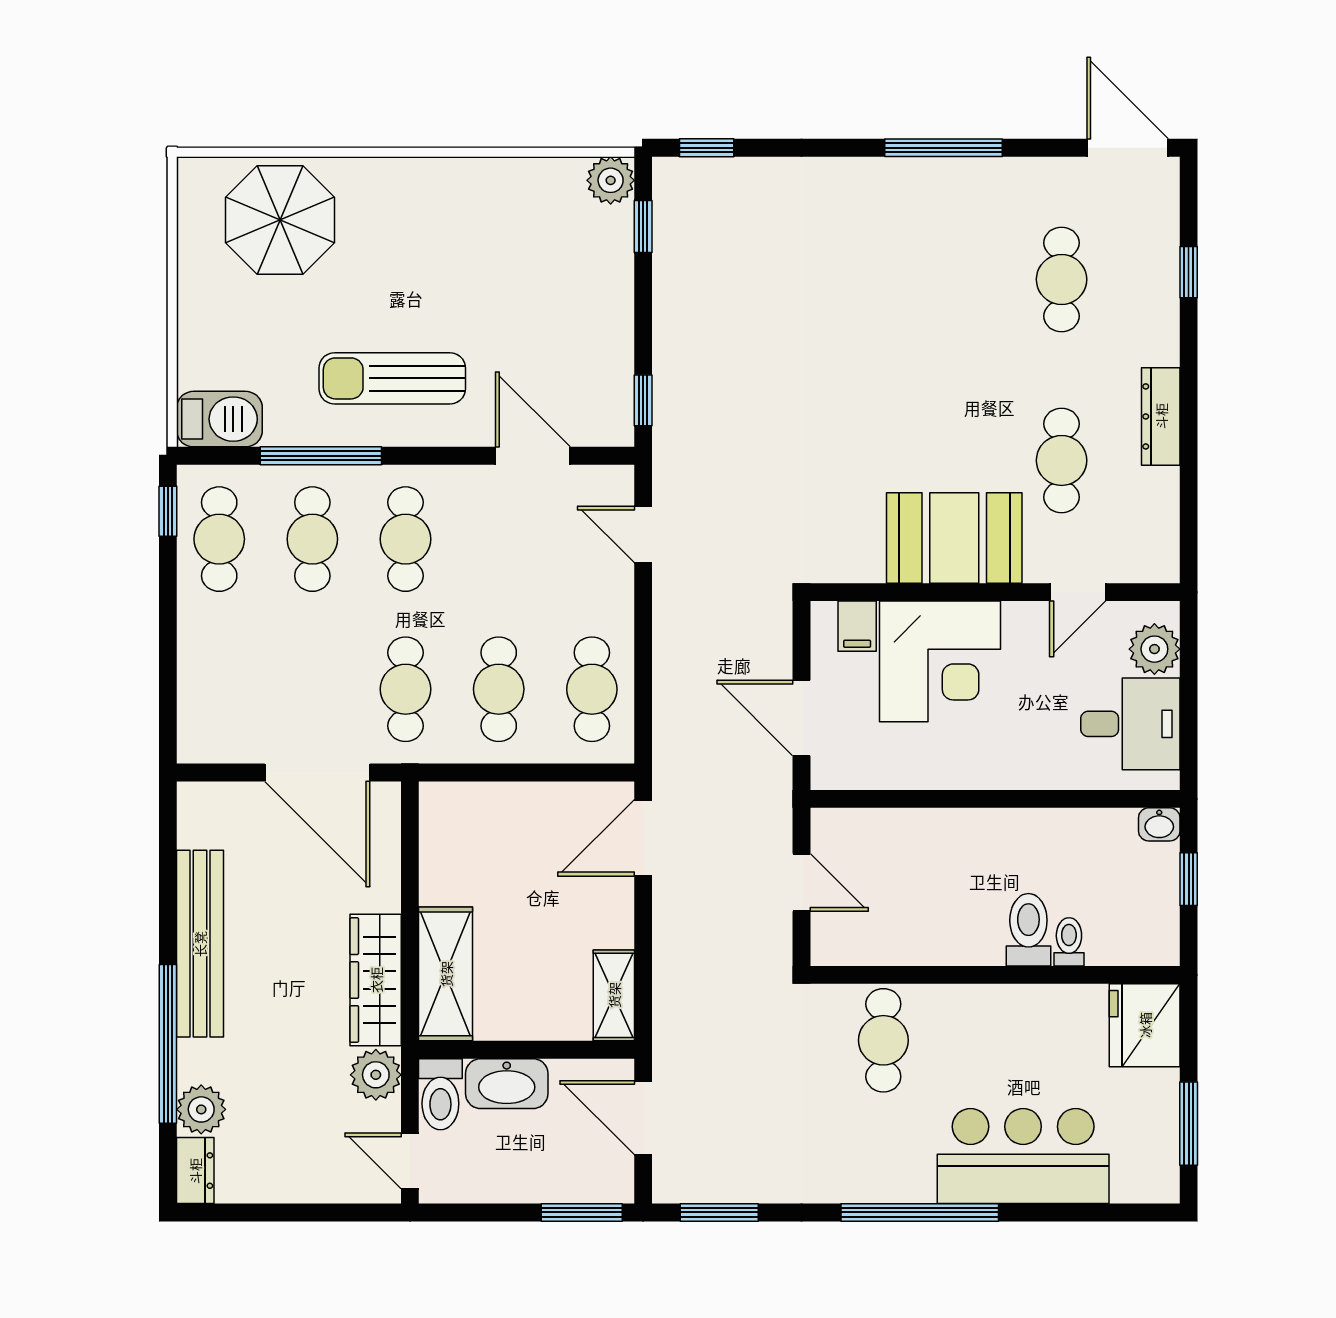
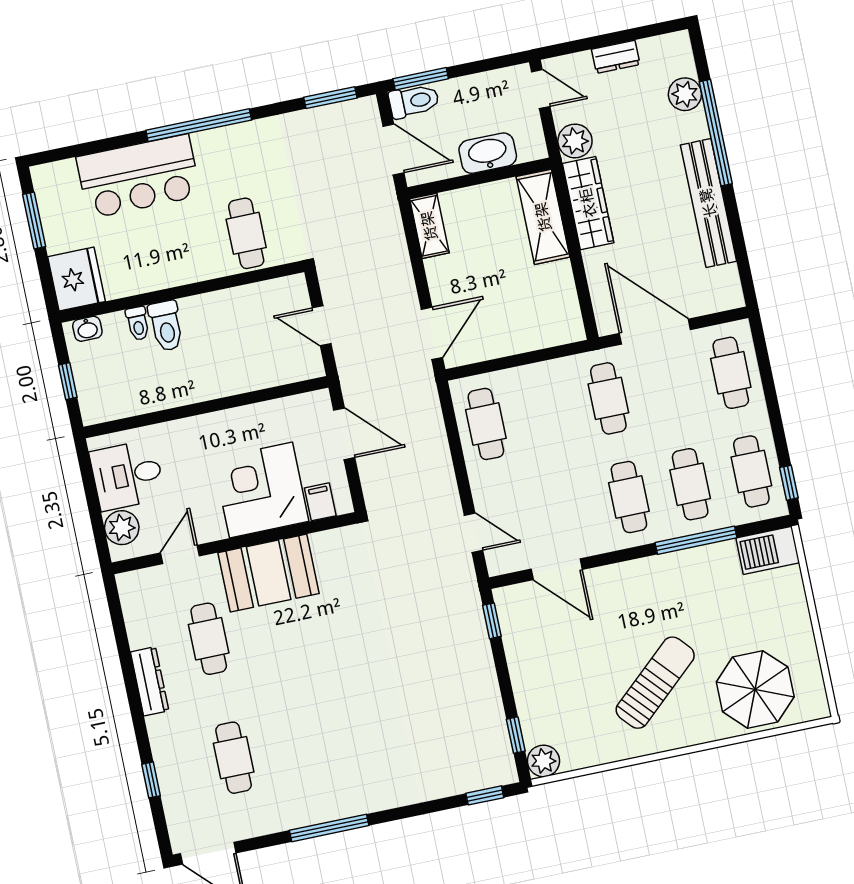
sun lounger: (392, 378) -> (655, 683), moved, turned -42
cafe table: (499, 689) -> (731, 373), moved
washbasin: (1159, 824) -> (87, 329), moved, turned 180
toilet: (440, 1094) -> (414, 101), moved, turned 90
dresser: (195, 1171) -> (616, 57), moved, turned -90

